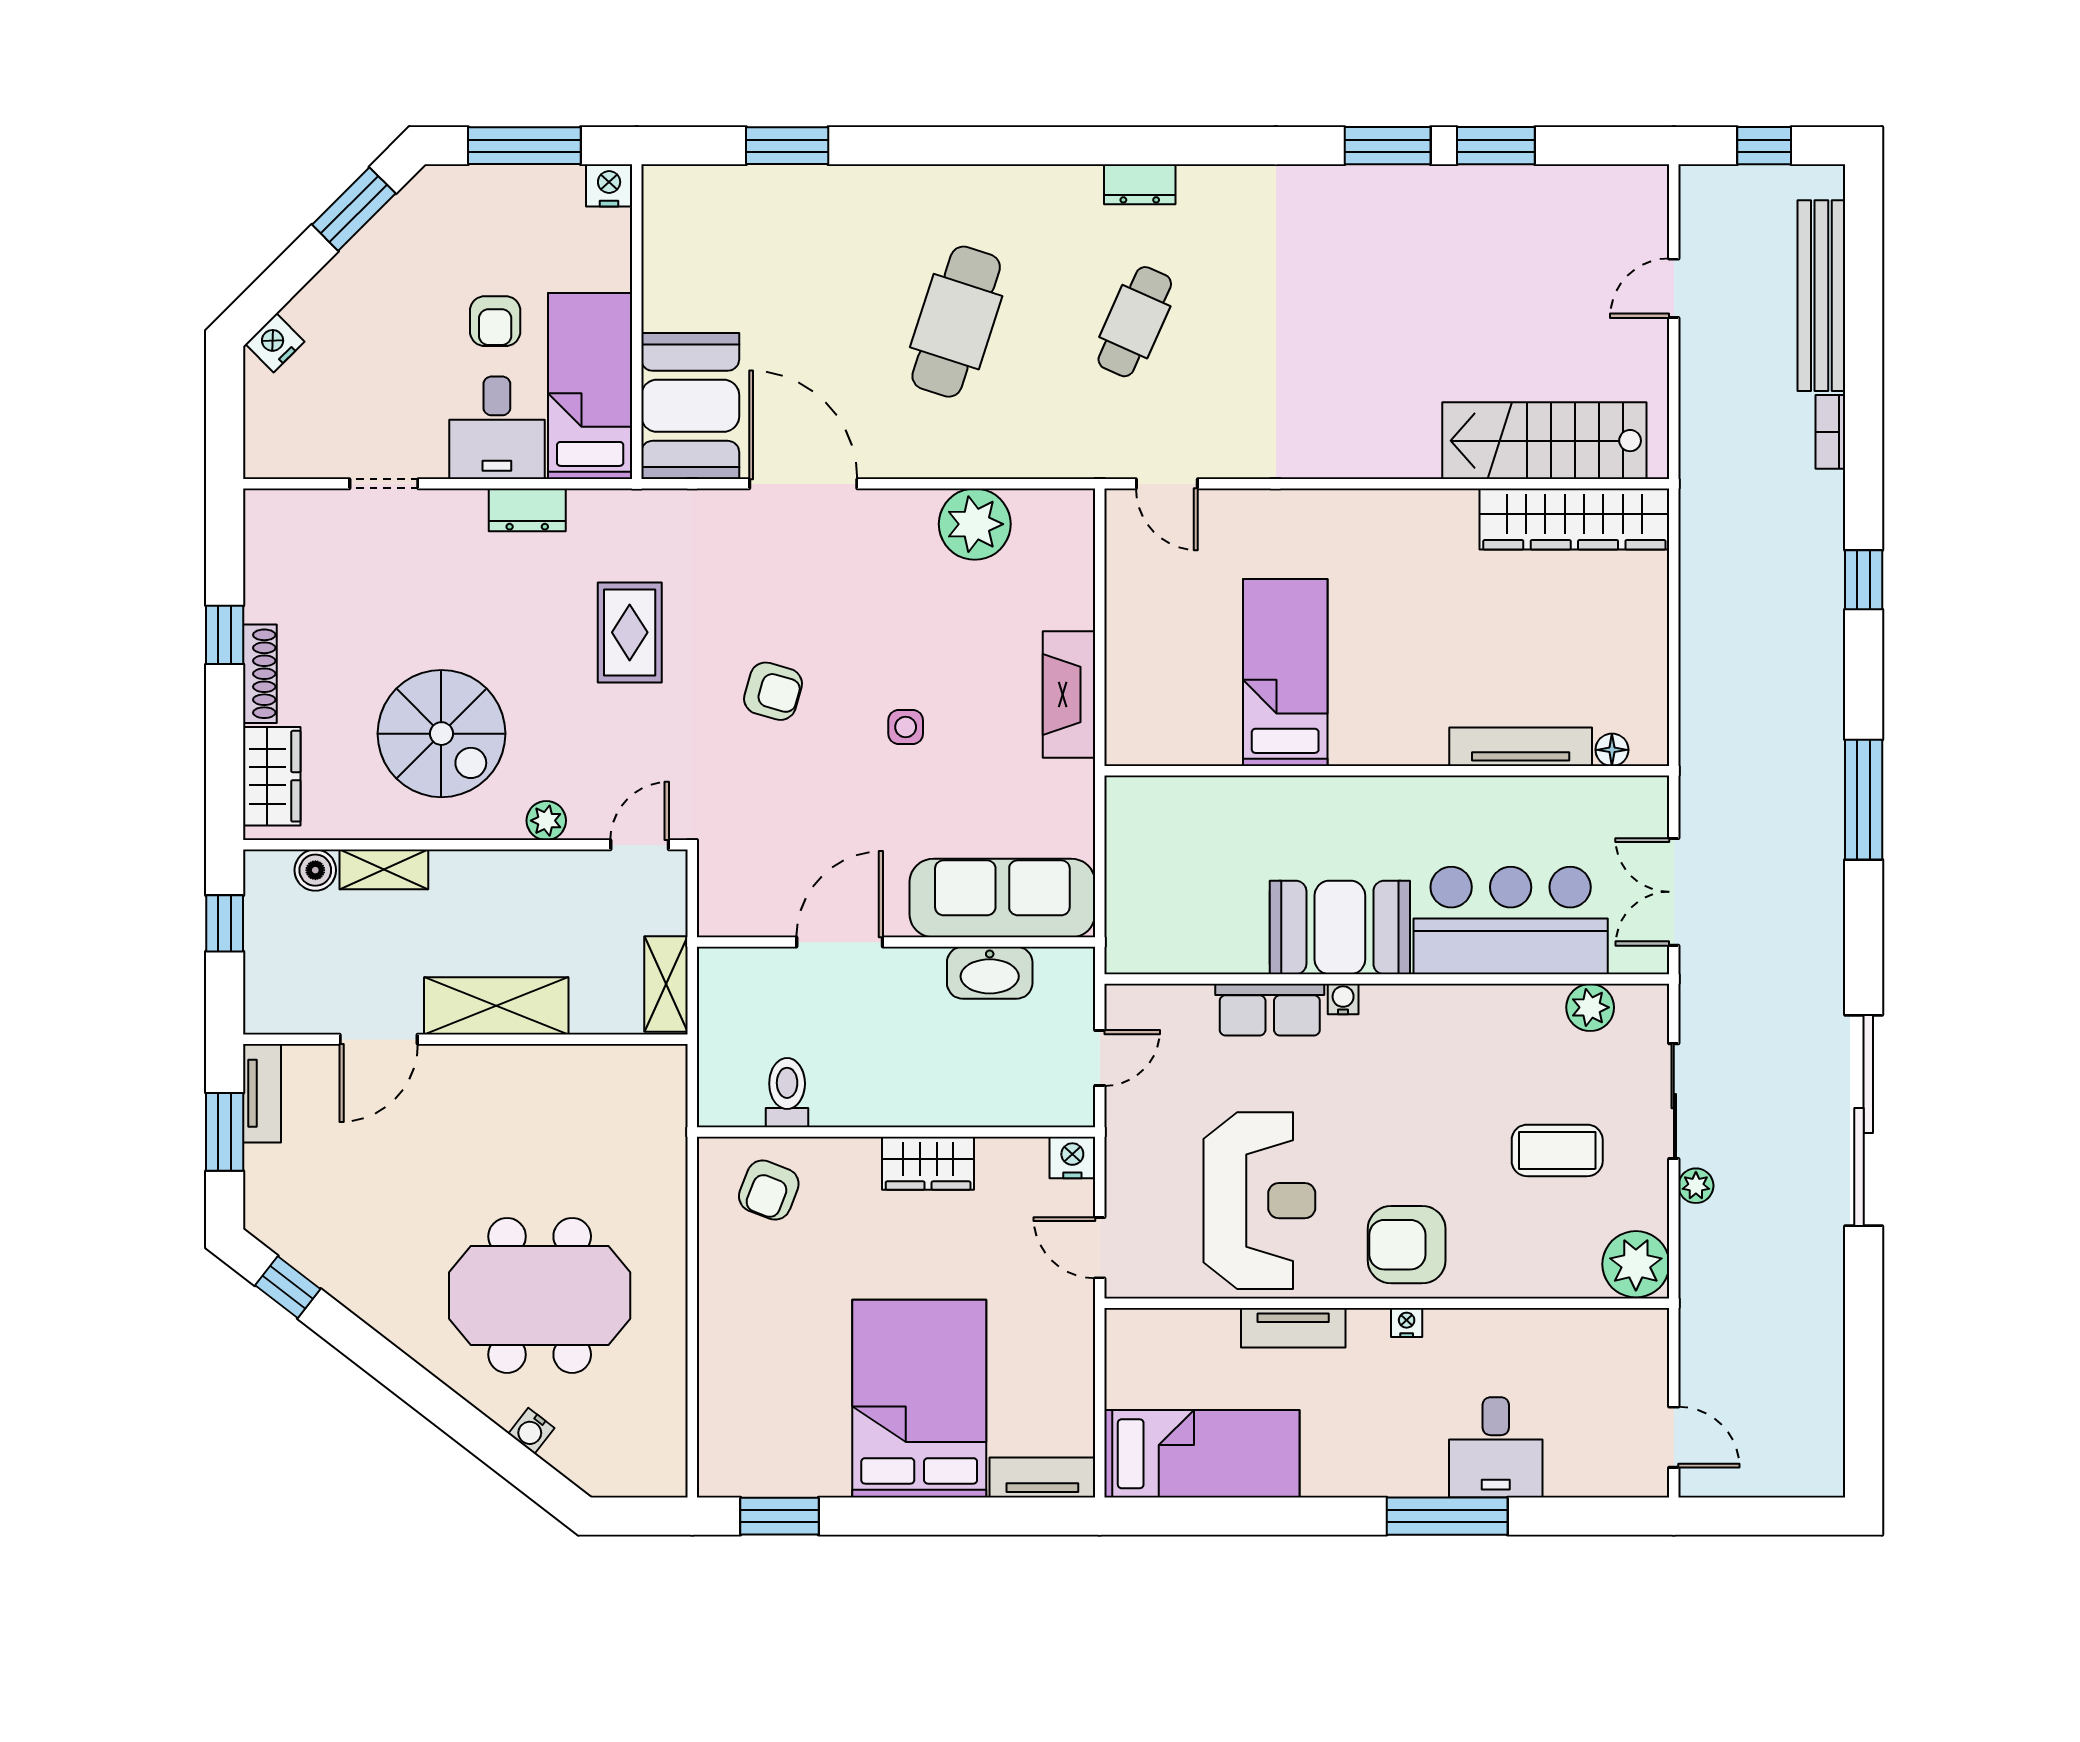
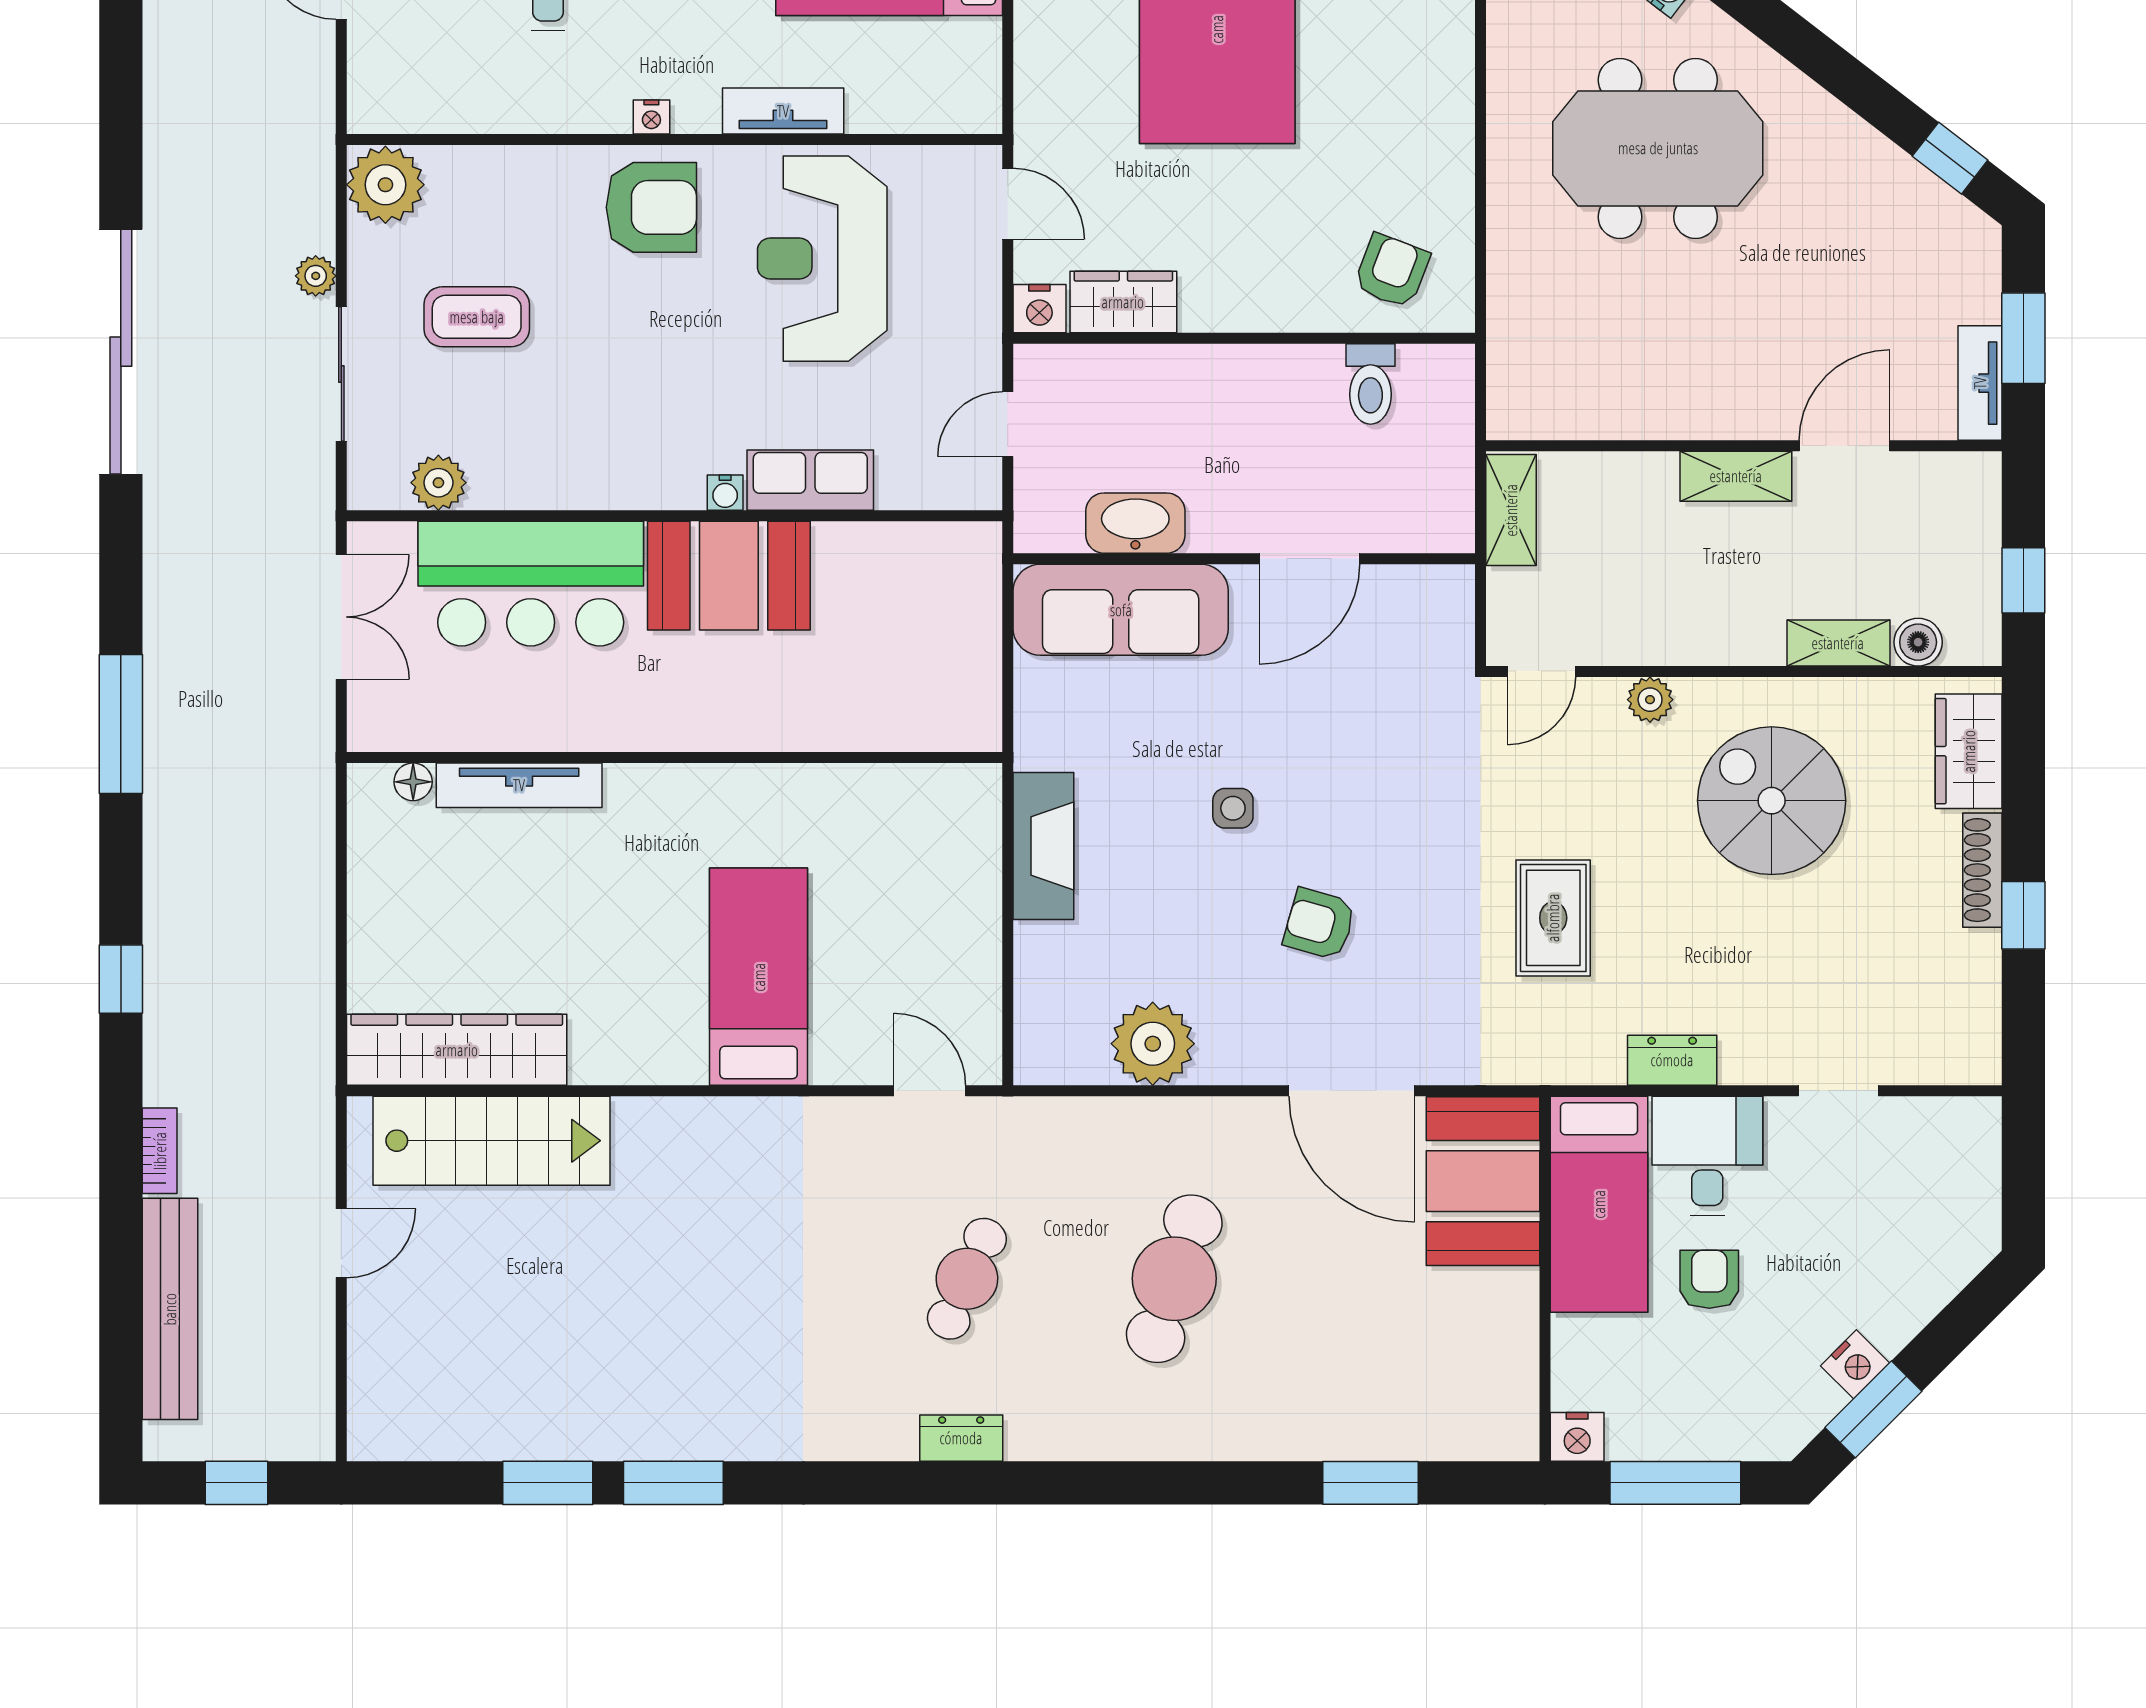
door: (1674, 288) -> (341, 1243), moved
nightstand: (275, 343) -> (1855, 1364), moved
bed: (1285, 673) -> (759, 977), moved, turned 180
armchair: (773, 691) -> (1319, 924), moved
shelving: (496, 1006) -> (1736, 476), width x0.67, depth x0.75
wardrobe: (928, 1163) -> (1123, 302), moved

